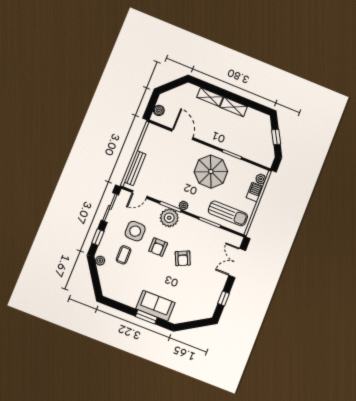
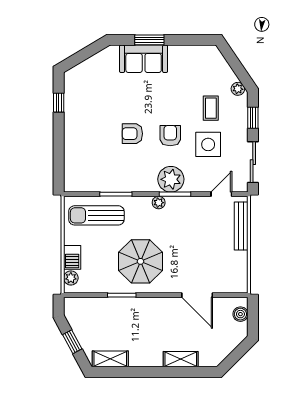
shelving: (234, 107) -> (110, 359), moved
armchair: (183, 258) -> (132, 134), turned -66
double door: (237, 263) -> (59, 156), removed

